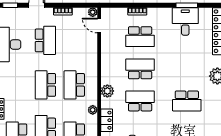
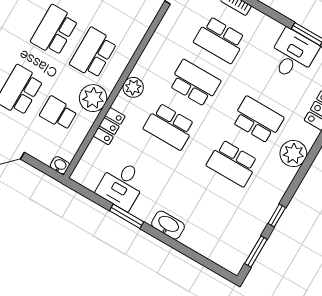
school desk: (187, 69) -> (258, 120), added
school desk: (140, 101) -> (169, 126), turned 180
plant: (93, 110) -> (93, 98), width x1.87, depth x1.87

